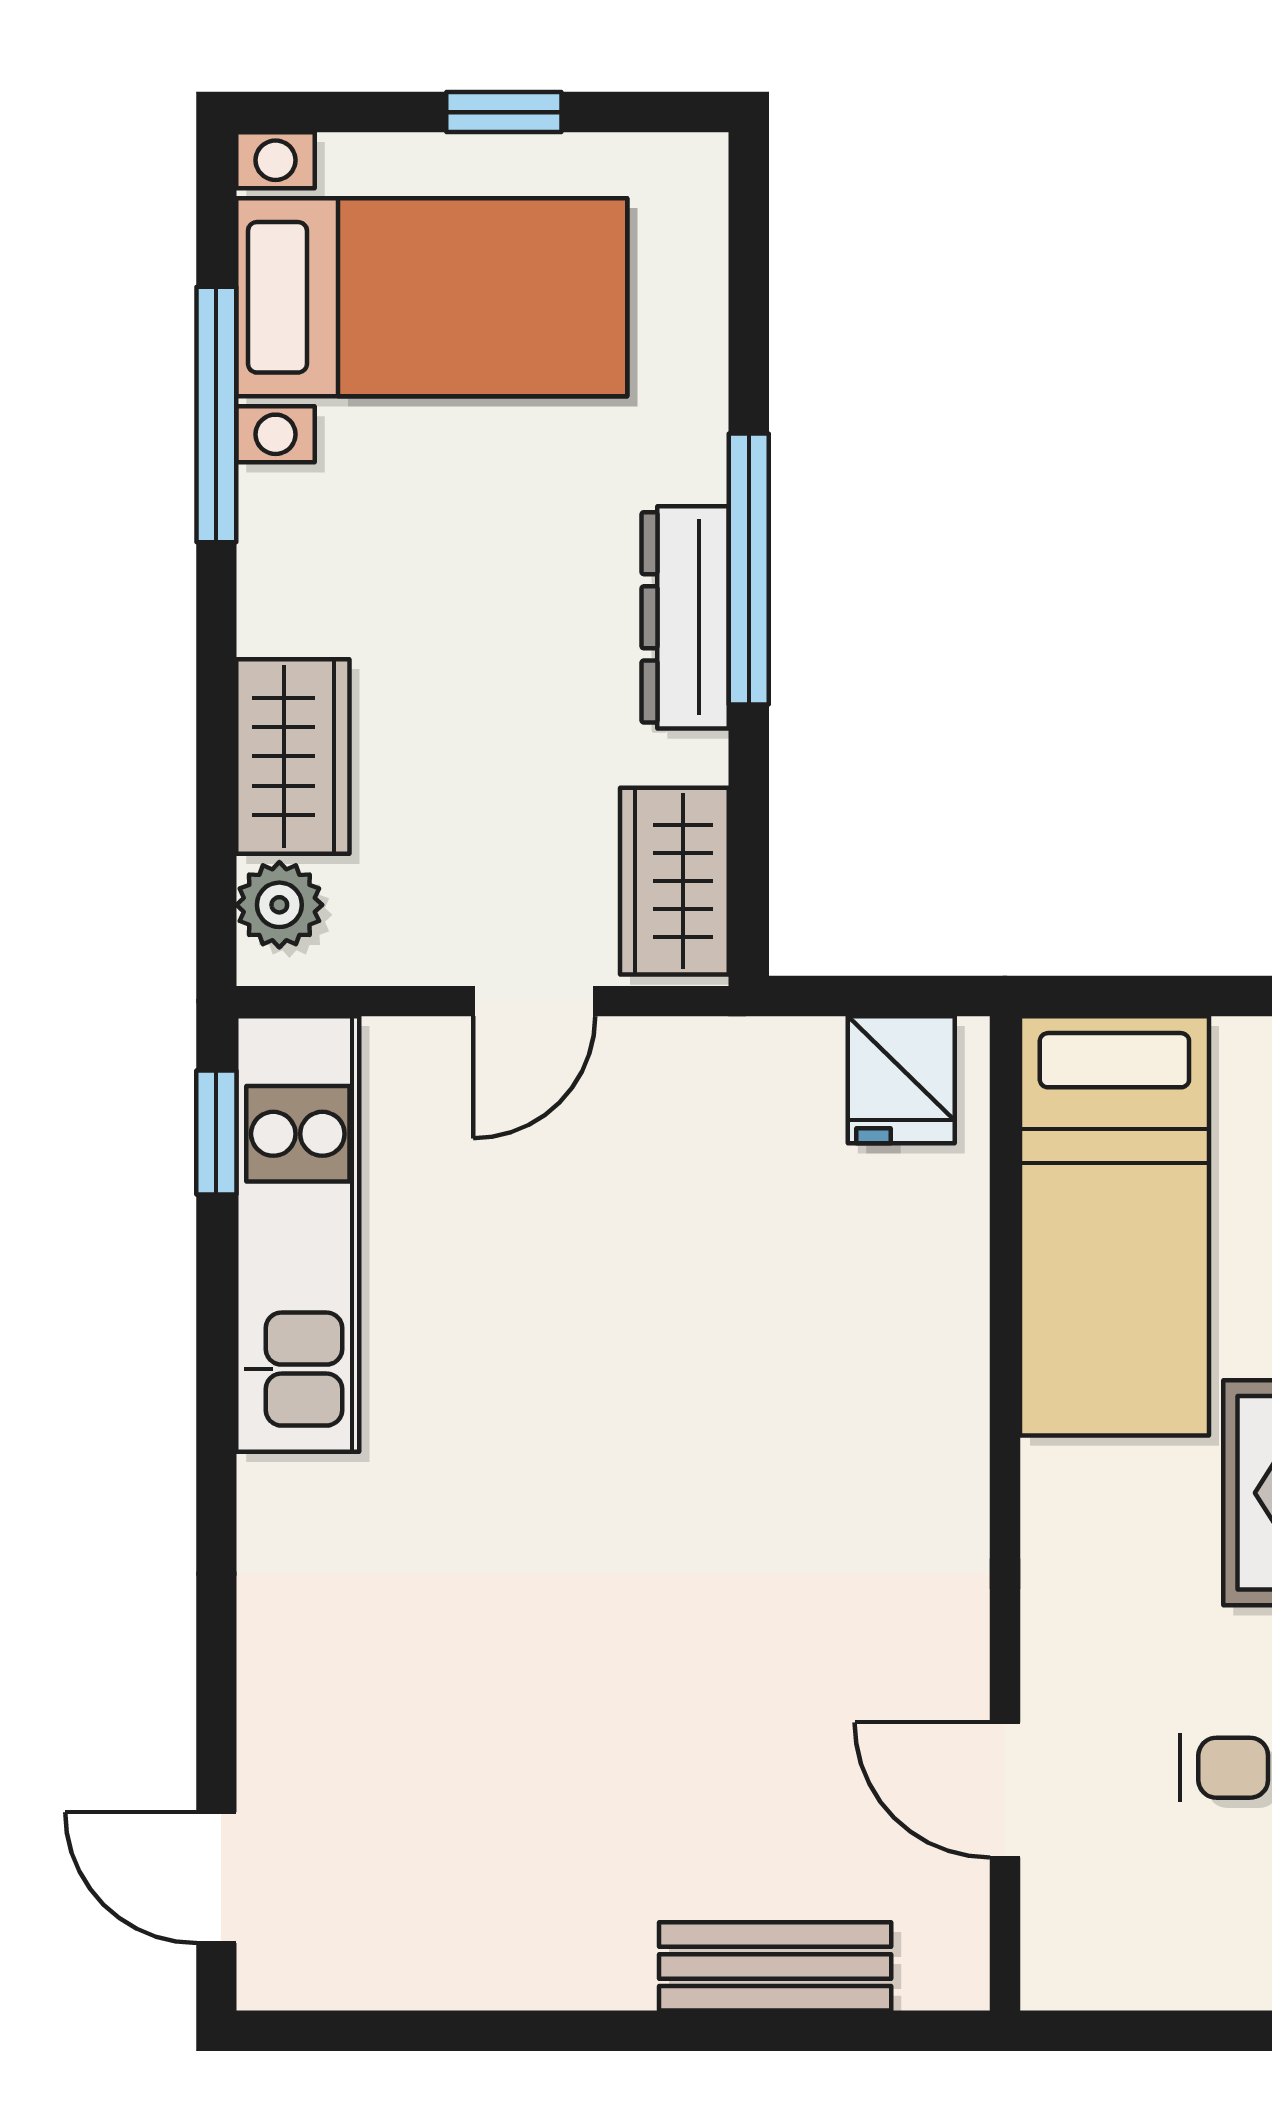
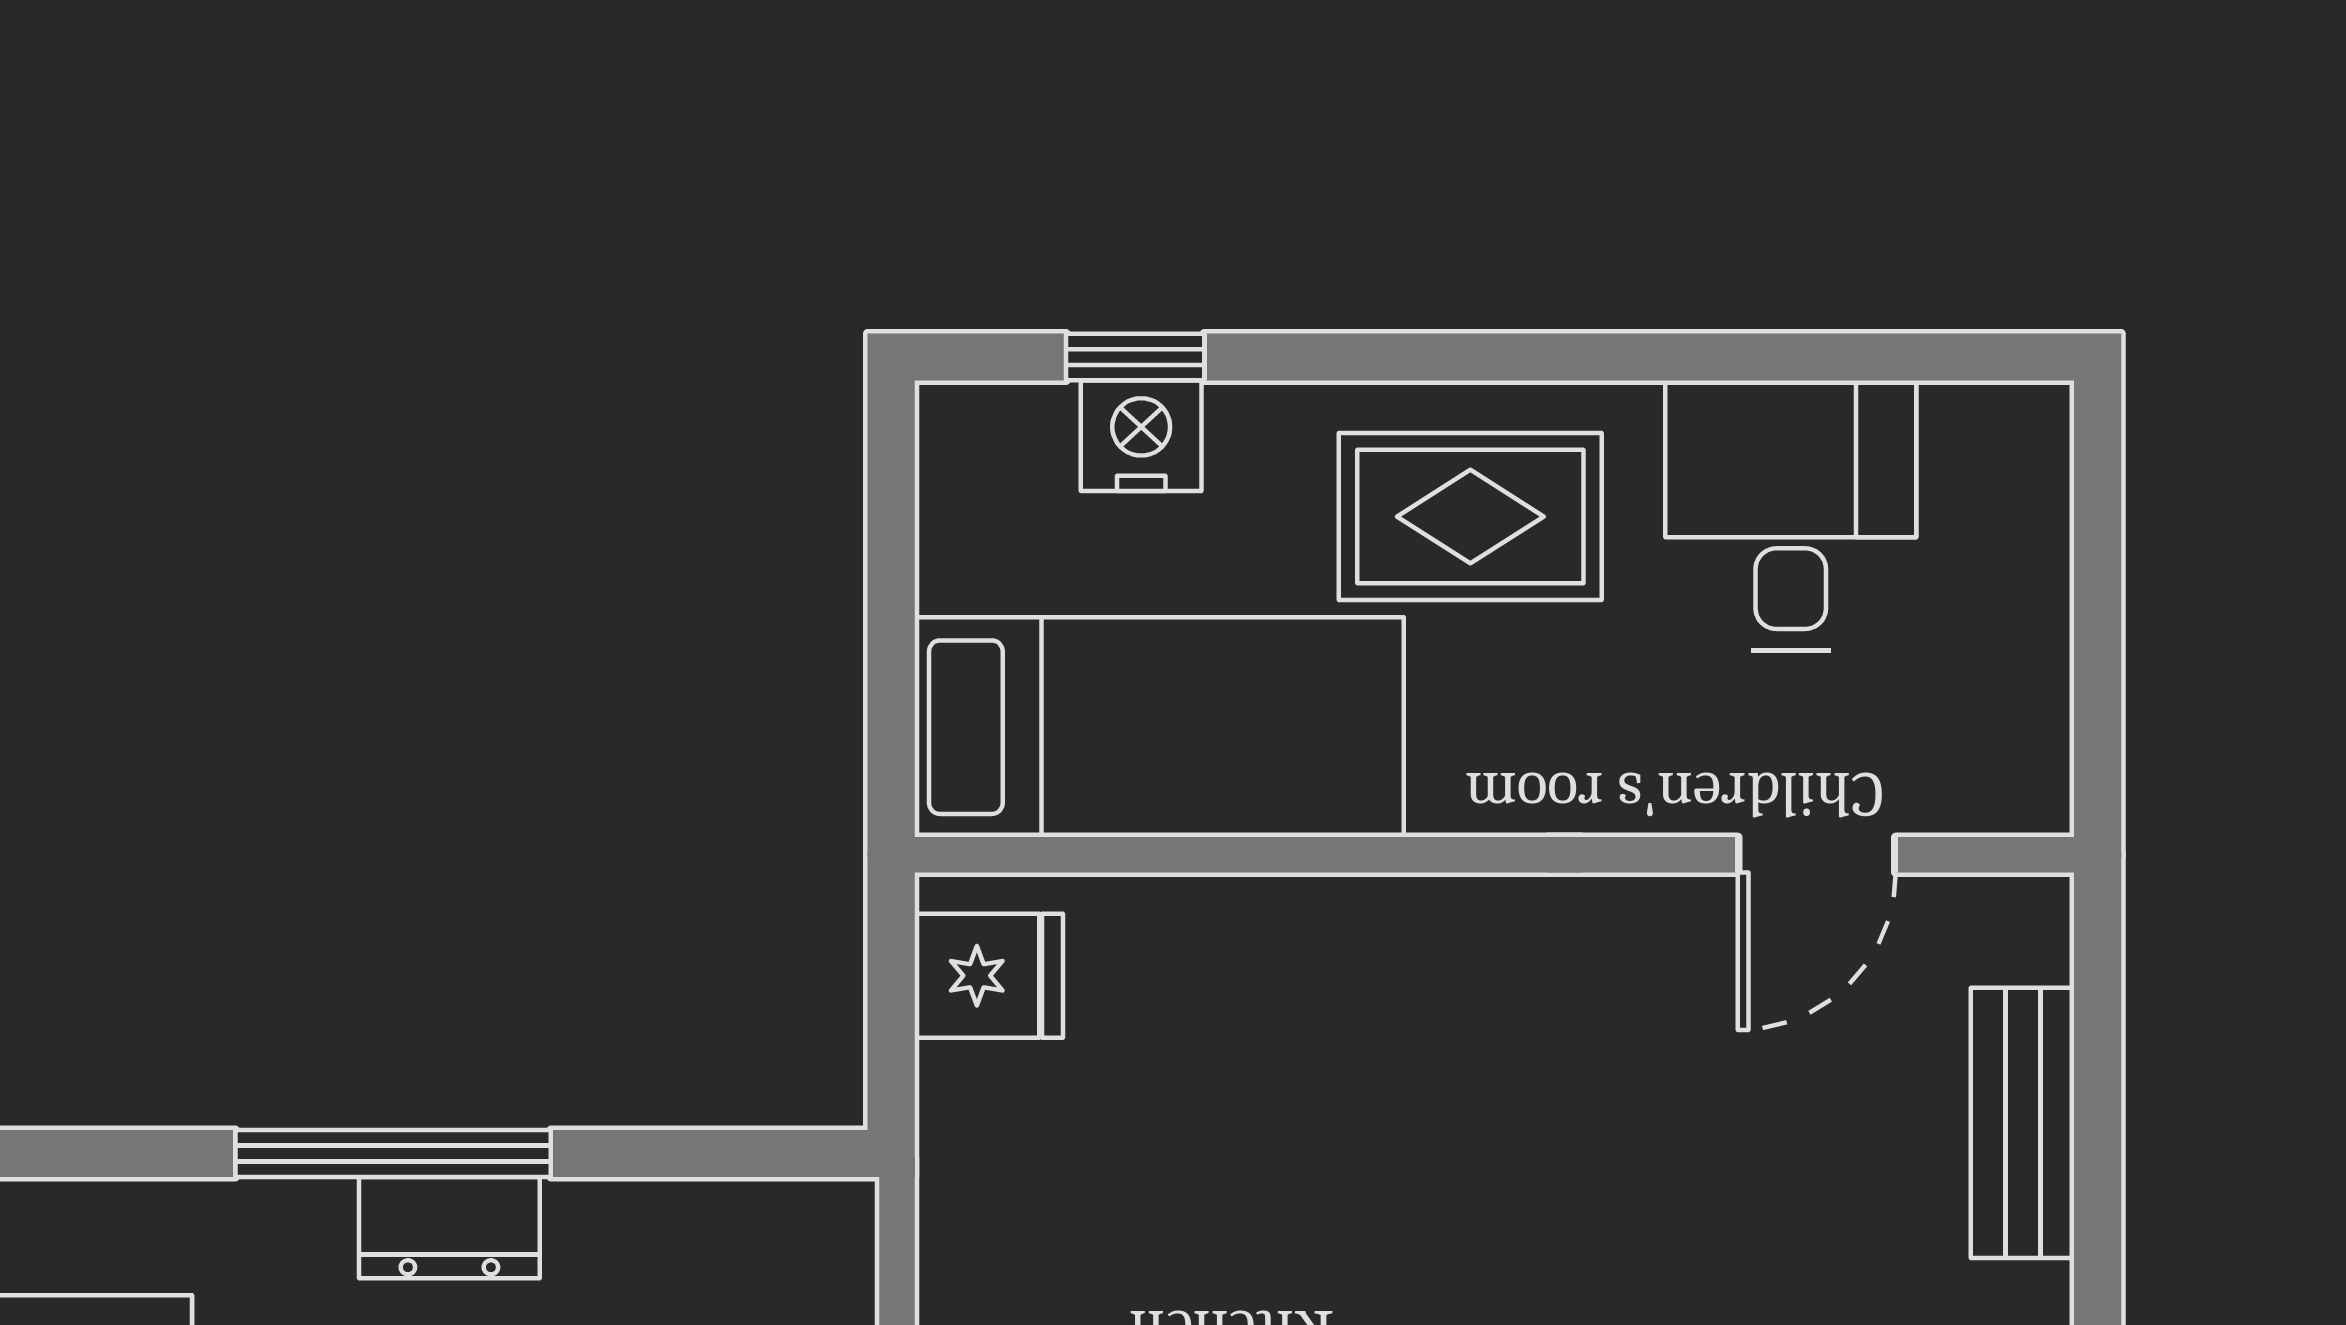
dresser: (685, 617) -> (449, 1228), width x0.70
wardrobe: (674, 881) -> (757, 1240), removed

